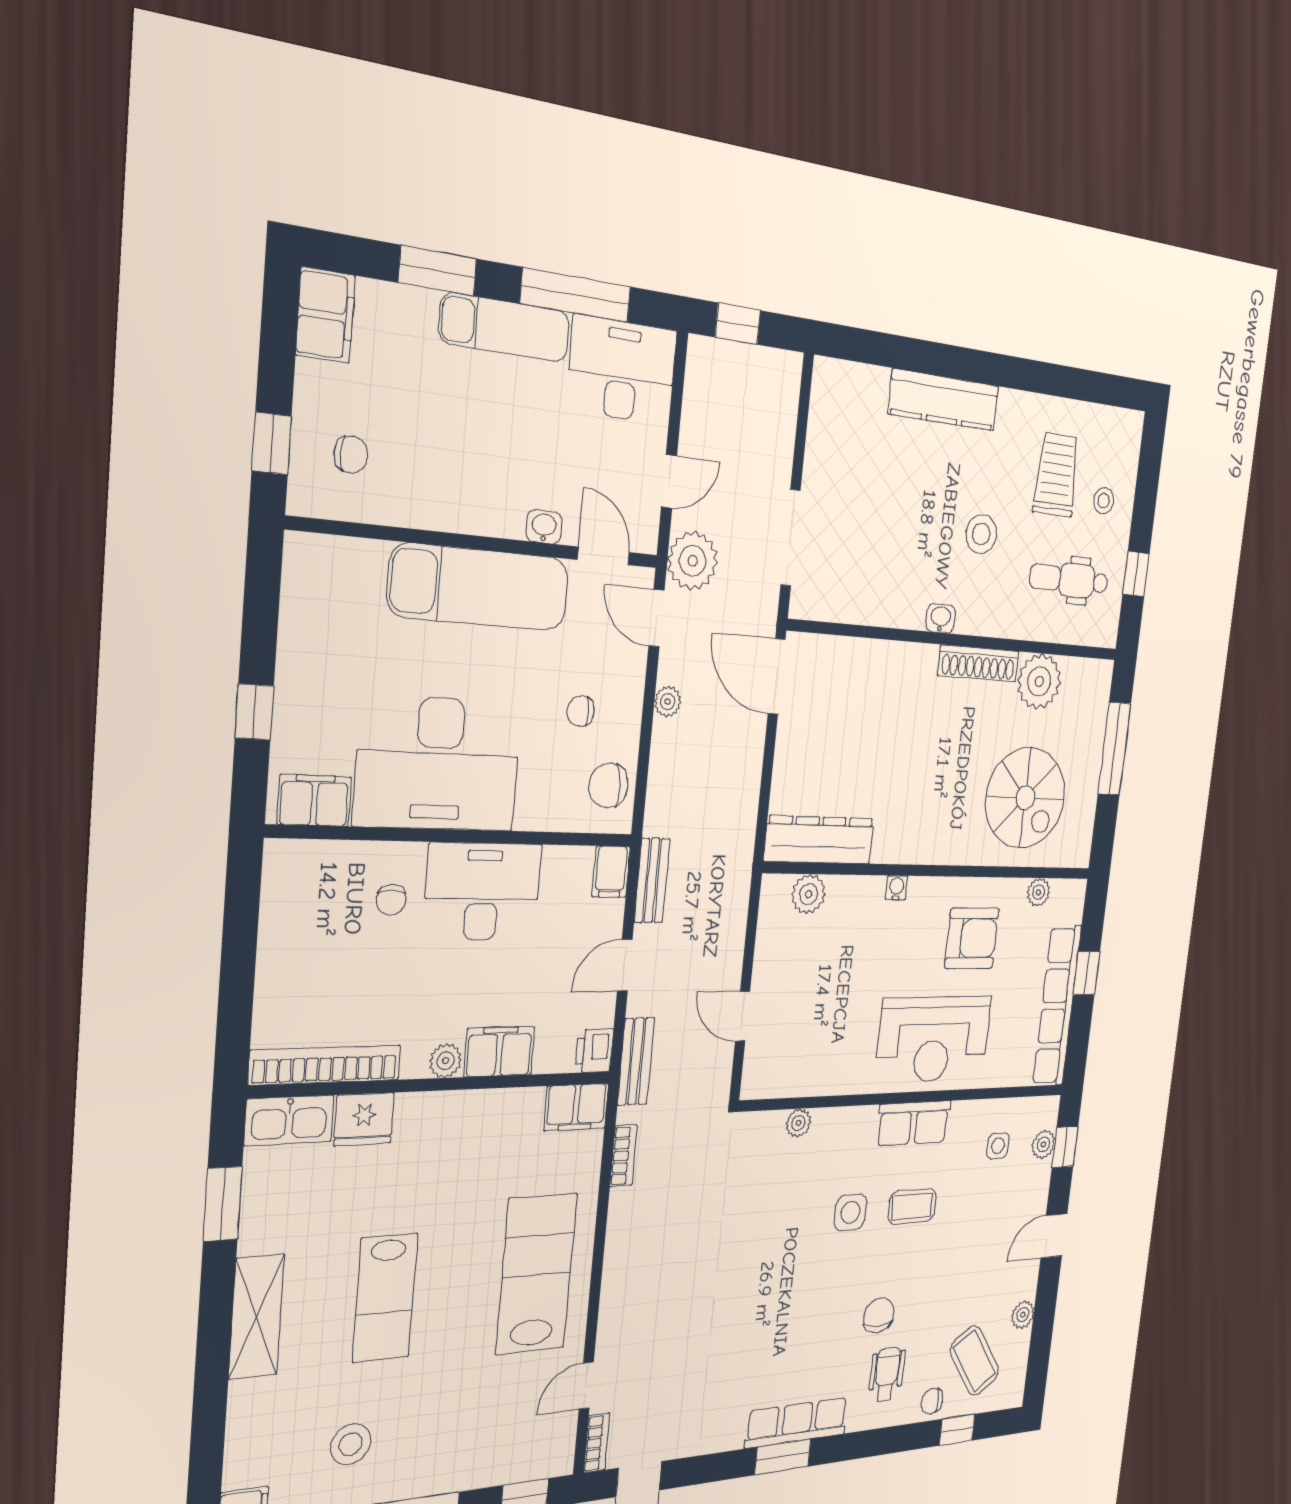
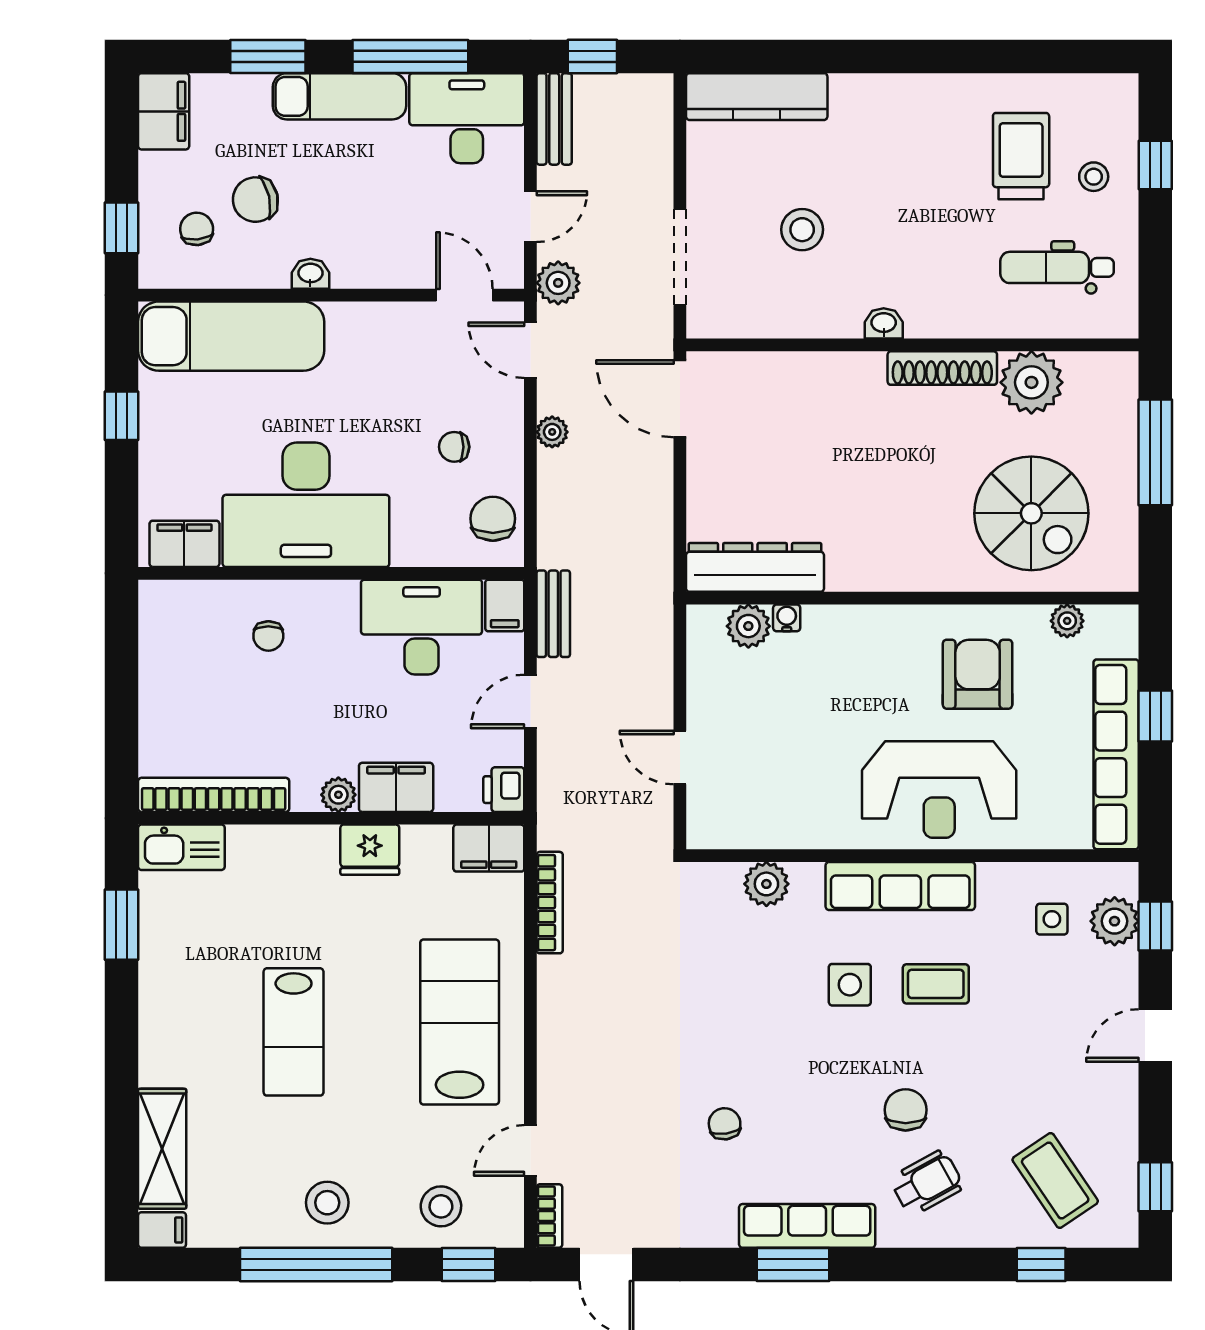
kitchen counter: (944, 400) -> (757, 97), moved
chair: (413, 429) -> (255, 200), added
chair: (351, 455) -> (197, 229), turned -96
washbasin: (544, 527) -> (310, 274), moved
stool: (981, 534) -> (802, 230), moved
plant: (693, 561) -> (558, 283), width x0.73, depth x0.73
window: (1136, 574) -> (1155, 165), moved
exam couch: (479, 587) -> (231, 336), moved
window: (254, 712) -> (122, 416), moved
chair: (608, 785) -> (493, 519), turned 92
water cooler: (897, 888) -> (787, 618), moved
desk: (483, 892) -> (422, 627), moved
armchair: (972, 938) -> (978, 674), turned -90
bench: (636, 1061) -> (554, 119), moved
fridge: (364, 1119) -> (370, 850), moved
plant: (798, 1123) -> (766, 884), width x1.38, depth x1.38
row of seats: (913, 1123) -> (900, 886), width x1.48
plant: (1043, 1144) -> (1115, 921), width x1.38, depth x1.38
bookcase: (623, 1156) -> (550, 903), width x1.56
plant: (1023, 1315) -> (1122, 1130), removed
shelving: (257, 1317) -> (162, 1149), moved
window: (1039, 1357) -> (1155, 1187), added
wheelchair: (887, 1374) -> (927, 1183), turned 61
chair: (932, 1401) -> (725, 1124), moved, turned 82
stool: (351, 1444) -> (327, 1203), moved
stool: (505, 1447) -> (441, 1206), added

